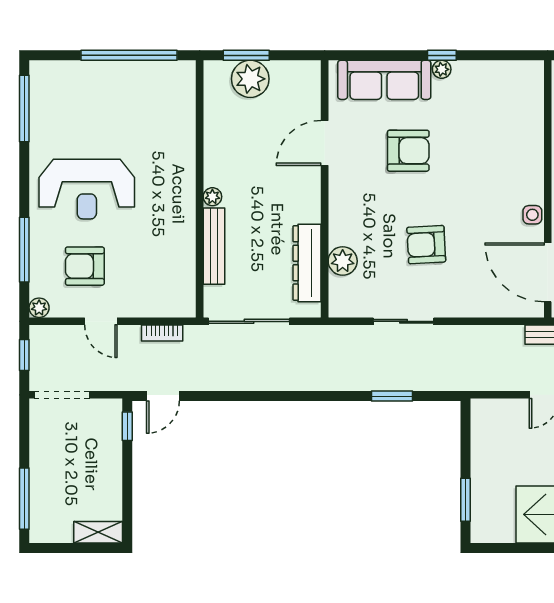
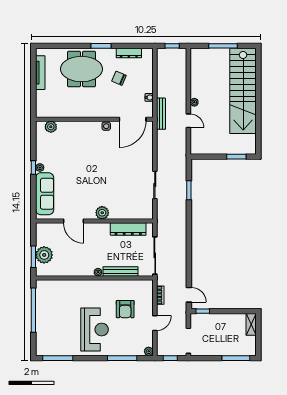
plant: (531, 93) -> (51, 127), added
armchair: (408, 151) -> (77, 183), removed
armchair: (426, 245) -> (120, 175), removed
plant: (343, 261) -> (102, 213), moved
armchair: (85, 266) -> (125, 309), moved

